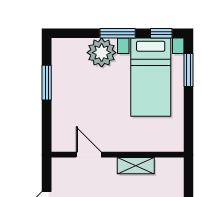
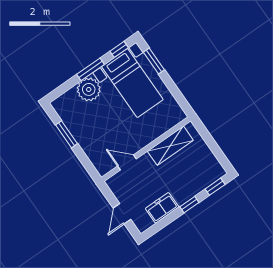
shelving: (136, 166) -> (170, 146), width x1.50, depth x1.33

